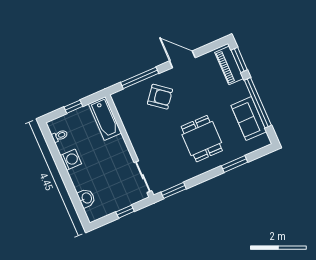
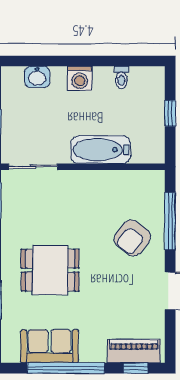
window: (239, 60) -> (135, 368), width x0.67
bathtub: (105, 118) -> (101, 150), moved
toilet: (60, 136) -> (121, 77), moved
washing machine: (71, 160) -> (80, 78), moved

